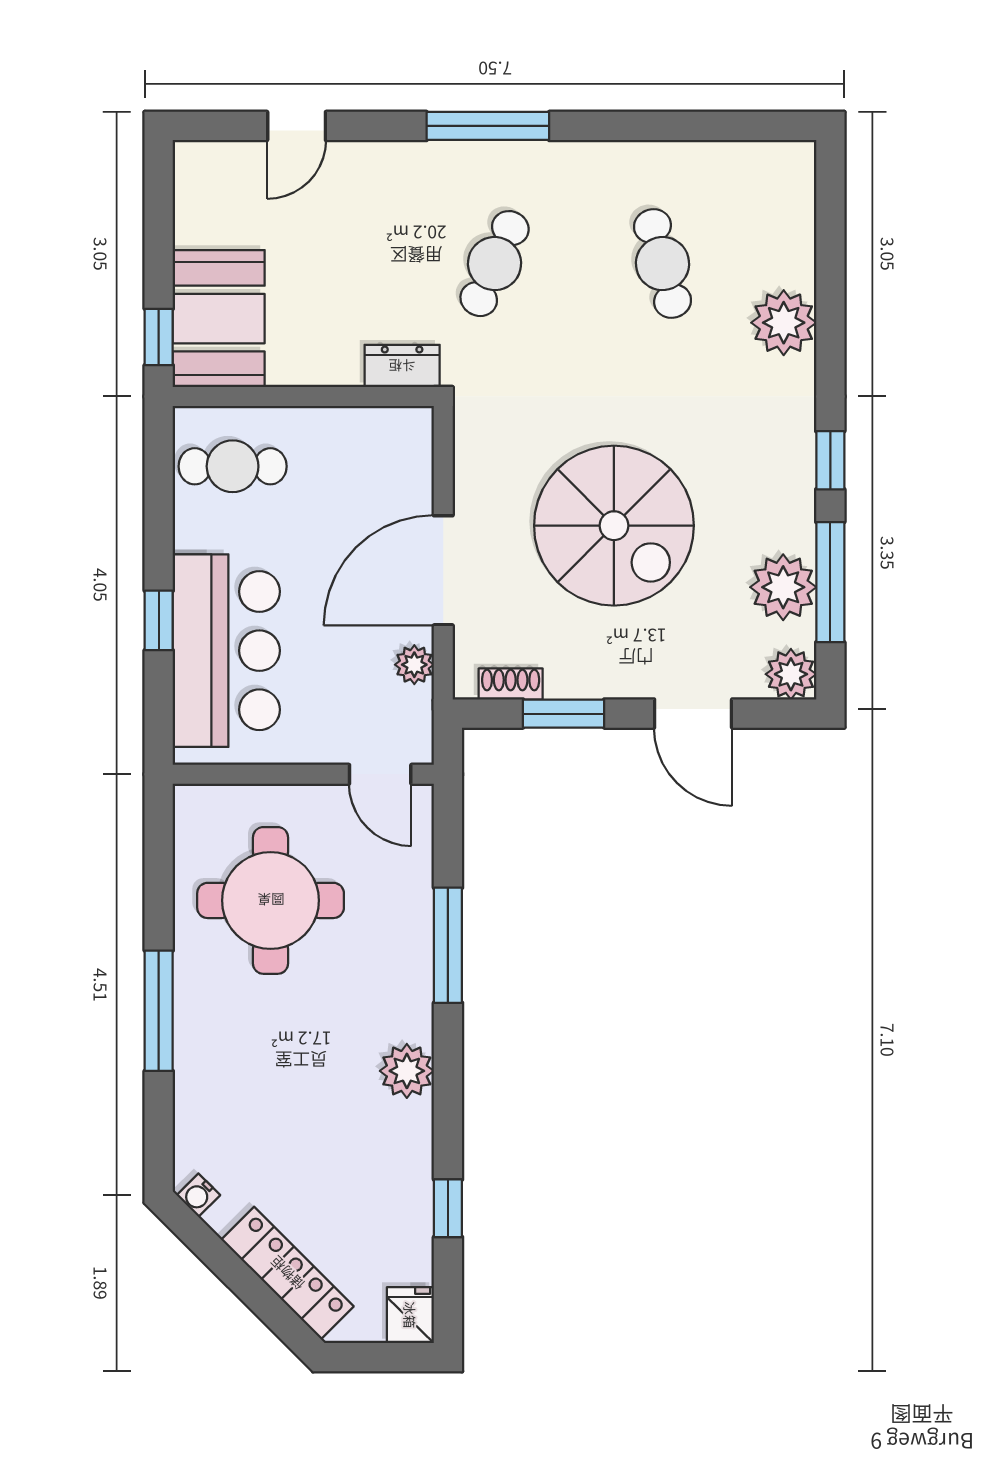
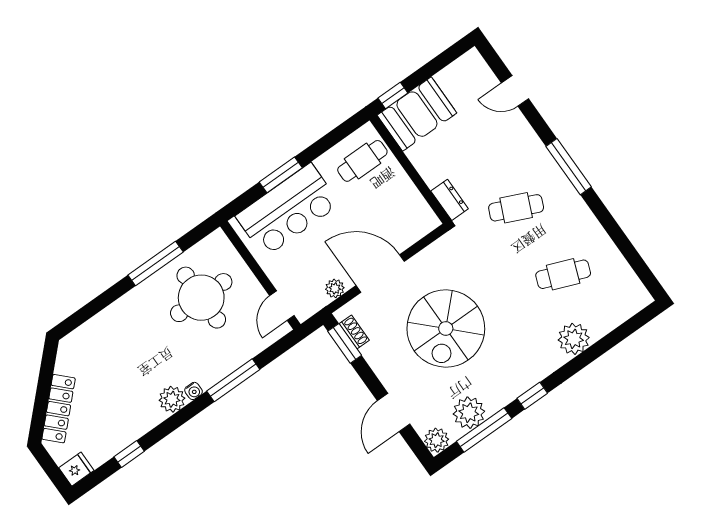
cafe table: (662, 264) -> (563, 274), turned 36
cafe table: (233, 466) -> (362, 161), turned 90
window: (159, 620) -> (281, 175), width x1.50
window: (564, 714) -> (345, 343), moved
window: (159, 1011) -> (156, 263), moved
water cooler: (198, 1195) -> (194, 391), moved, turned -135

